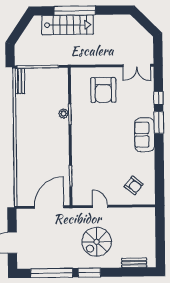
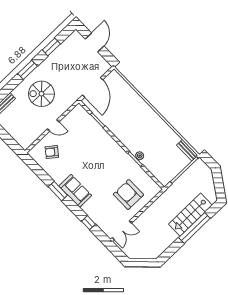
double door: (137, 66) -> (122, 230), swing flipped
window: (159, 123) -> (58, 191), moved
door: (100, 206) -> (53, 125), moved
spiral stairs: (97, 242) -> (41, 94), turned -90
window: (52, 273) -> (51, 47), width x0.47

